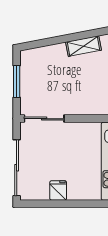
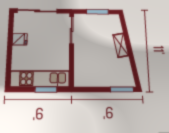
shelving: (84, 46) -> (121, 45), moved

